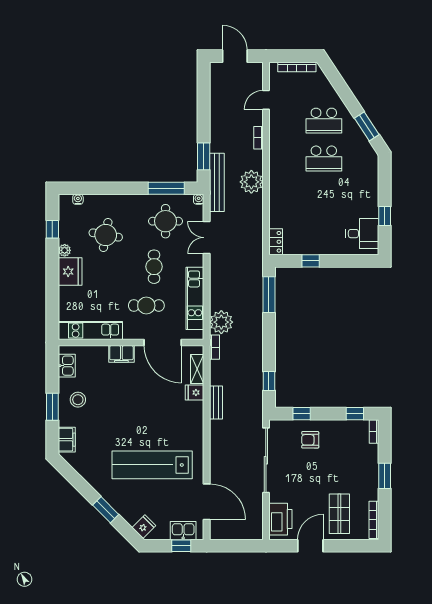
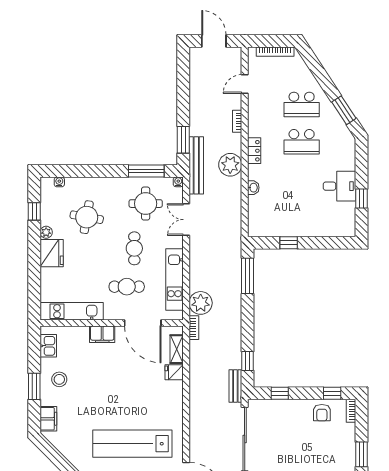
washbasin: (275, 205) -> (253, 188), added
desk: (362, 234) -> (340, 186), moved
locker: (276, 242) -> (254, 151), moved
bench: (216, 402) -> (235, 386), moved
armchair: (310, 440) -> (322, 413), moved, turned -90

